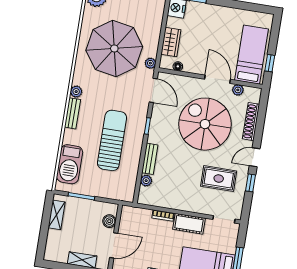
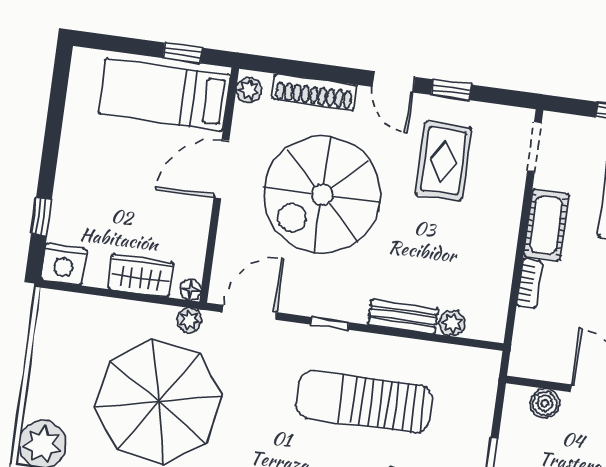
floor lamp: (178, 66) -> (190, 290), moved
plant: (238, 90) -> (249, 90), moved

